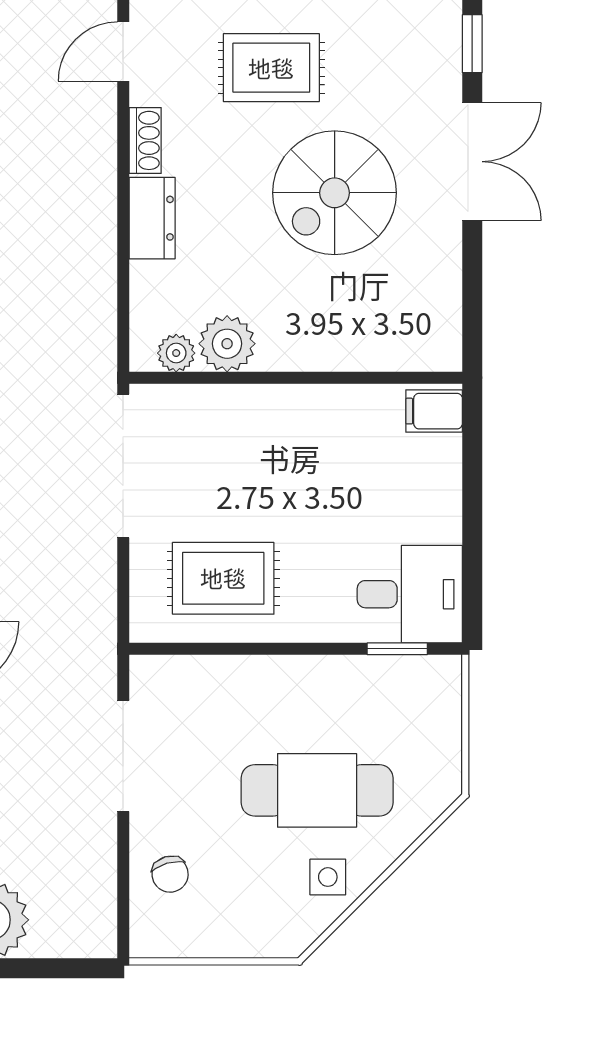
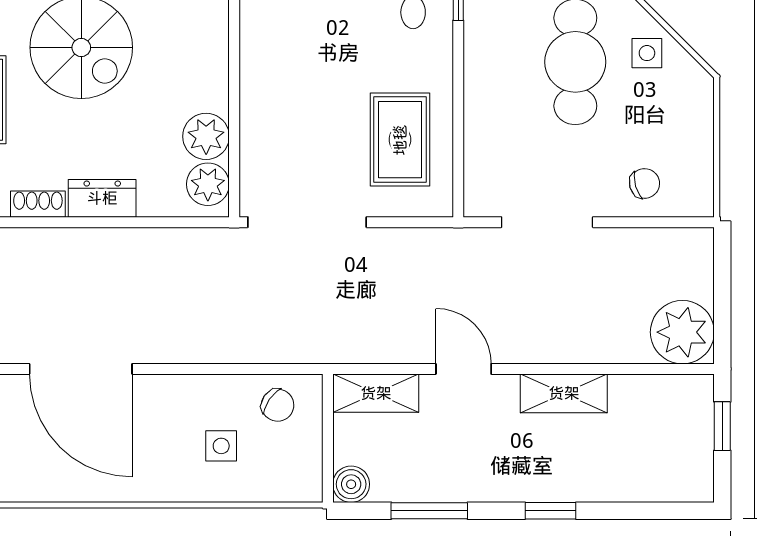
plant: (176, 353) -> (208, 184), width x1.38, depth x1.38

